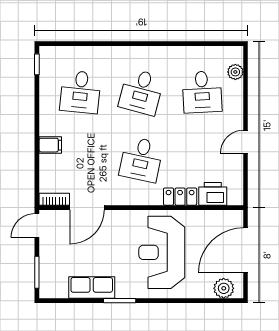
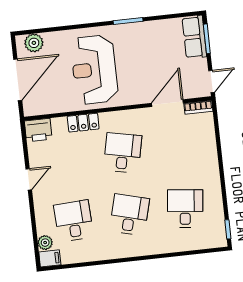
filing cabinet: (50, 145) -> (50, 258), moved, turned 180
printer: (213, 194) -> (38, 130), moved
reception desk: (162, 252) -> (94, 70), turned 180
row of seats: (92, 287) -> (194, 37), moved, turned 90

